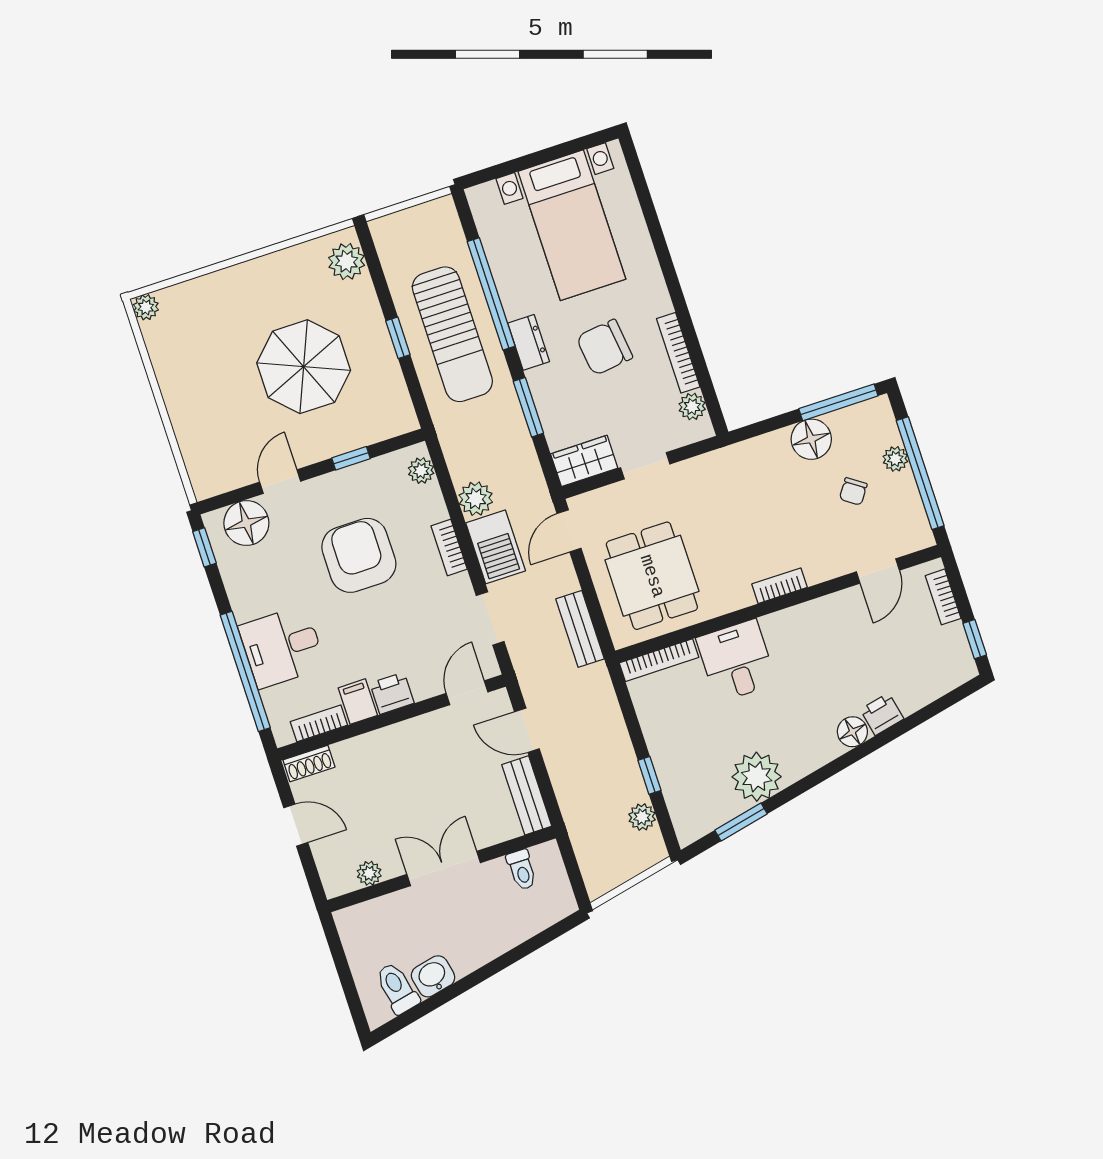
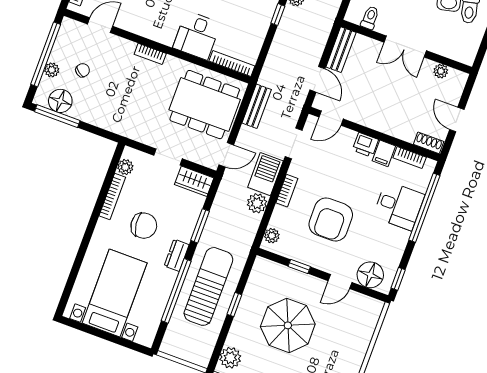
floor lamp: (811, 439) -> (60, 101), moved
dining table: (652, 576) -> (205, 105), width x1.38

